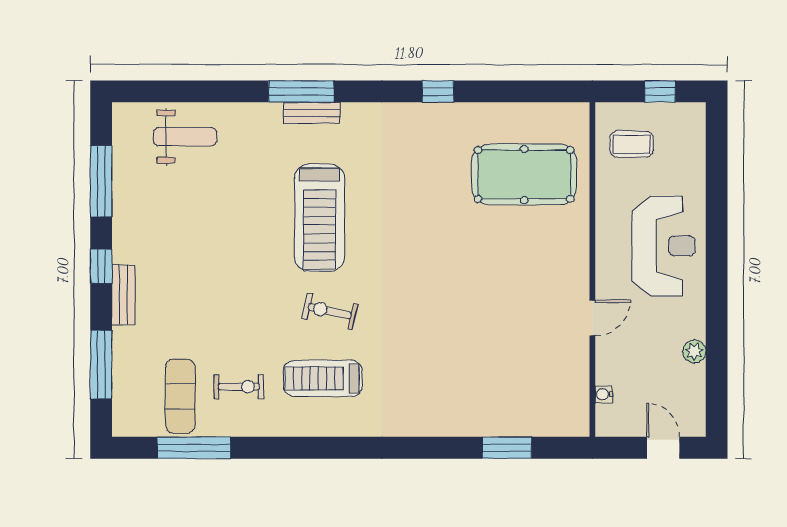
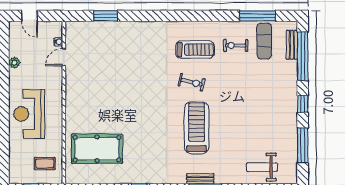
bench: (123, 295) -> (292, 45), moved
door: (592, 318) -> (64, 57), moved
window: (101, 365) -> (303, 56), width x1.46

